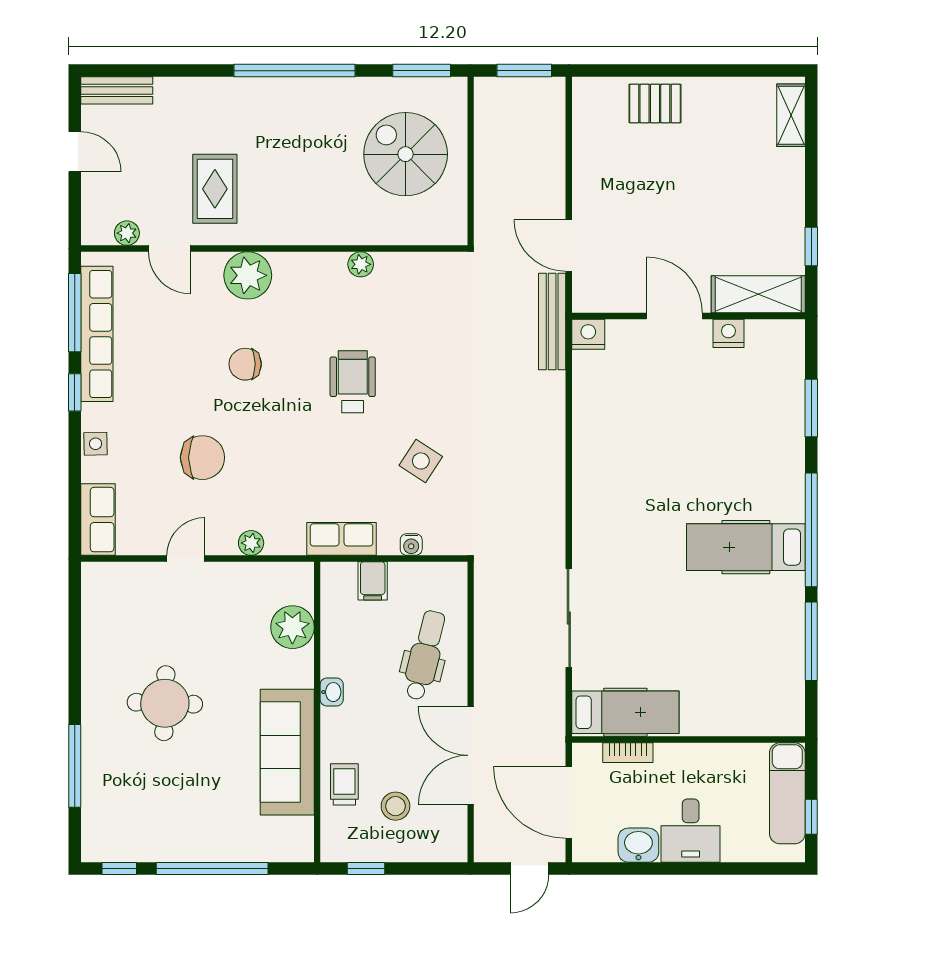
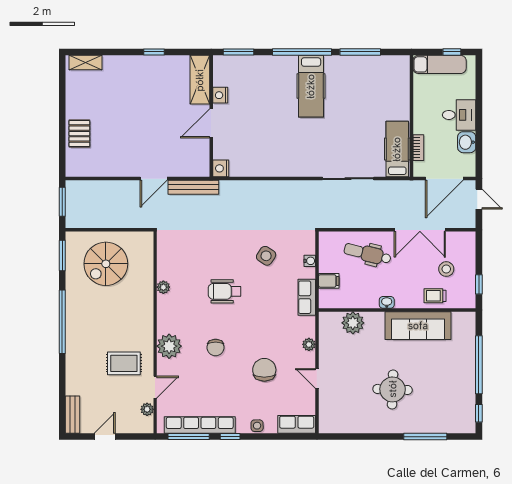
shelving: (758, 294) -> (200, 80), moved
door: (674, 316) -> (211, 123), moved
wall: (688, 316) -> (211, 116), moved
nightstand: (728, 333) -> (220, 95), moved
nightstand: (588, 334) -> (221, 168), moved

